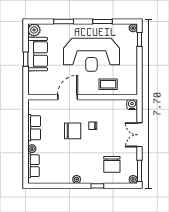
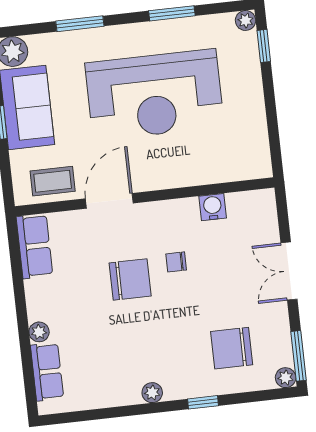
coffee table: (108, 84) -> (53, 181), moved
water cooler: (132, 105) -> (213, 207), moved
row of seats: (34, 128) -> (34, 246), moved
chair: (112, 164) -> (232, 348), turned 90

